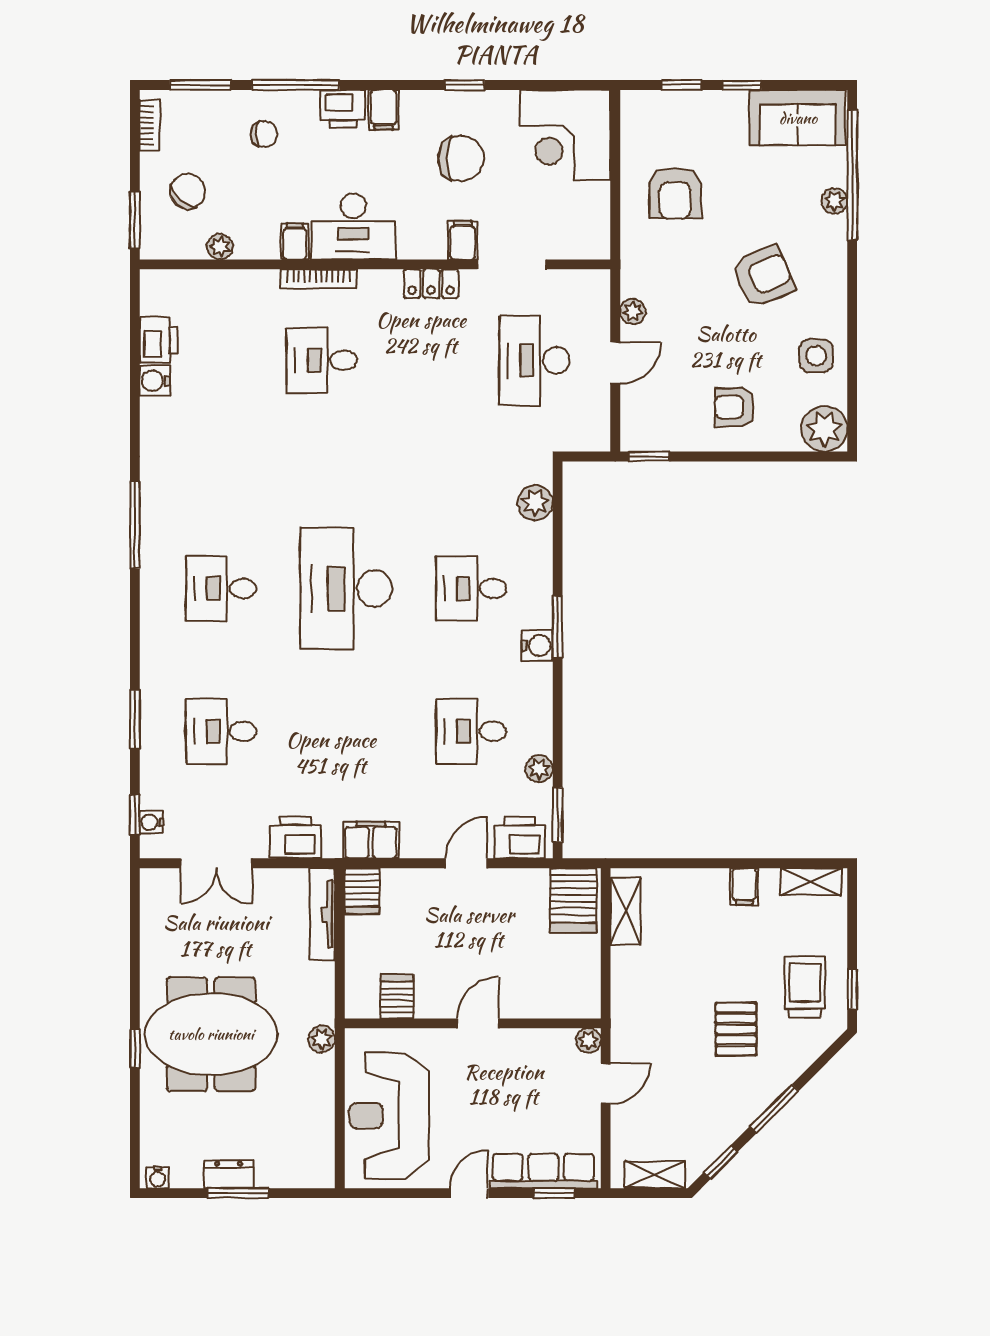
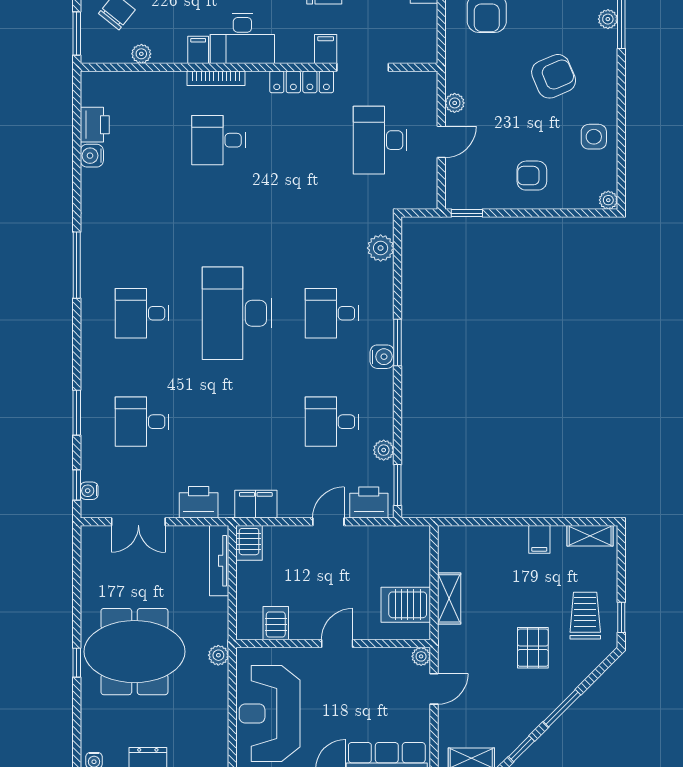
locker: (431, 284) -> (302, 82), width x1.53
plant: (824, 429) -> (608, 200), width x0.53, depth x0.53
server rack: (573, 901) -> (406, 605), moved, turned 90
shelving: (626, 911) -> (449, 598), moved

